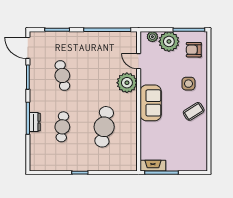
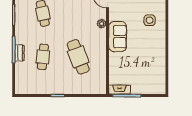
plant: (127, 83) -> (102, 24), width x0.53, depth x0.53
coffee table: (194, 111) -> (154, 44), removed
cafe table: (104, 127) -> (78, 57), turned -30

